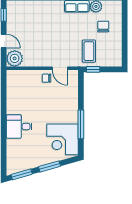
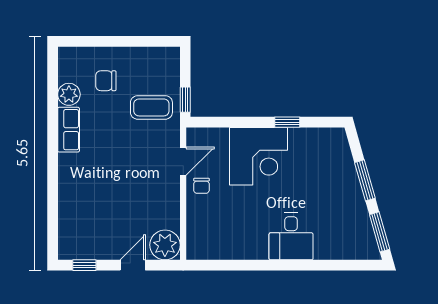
window: (81, 124) -> (287, 122), width x0.46
corner desk: (63, 139) -> (258, 156), moved

